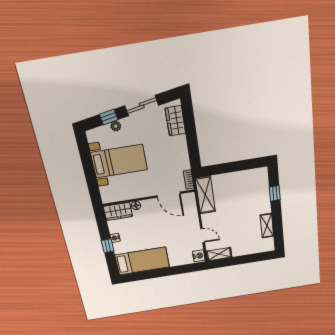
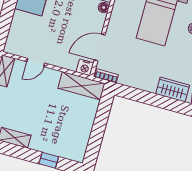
nightstand: (199, 256) -> (85, 67), moved

